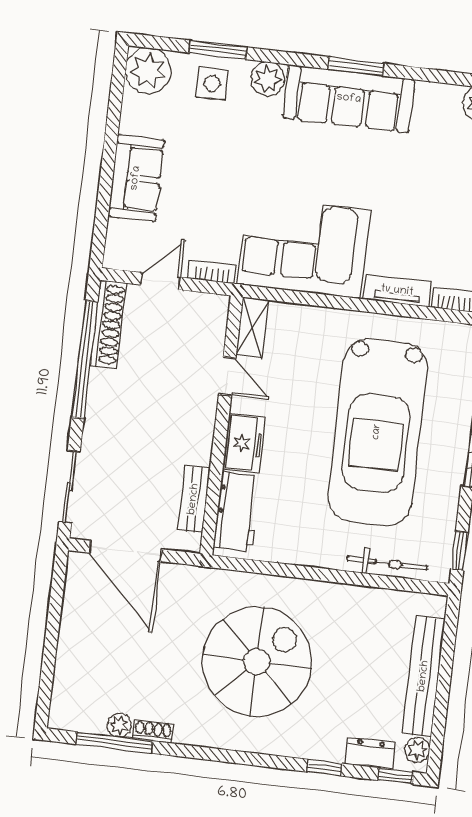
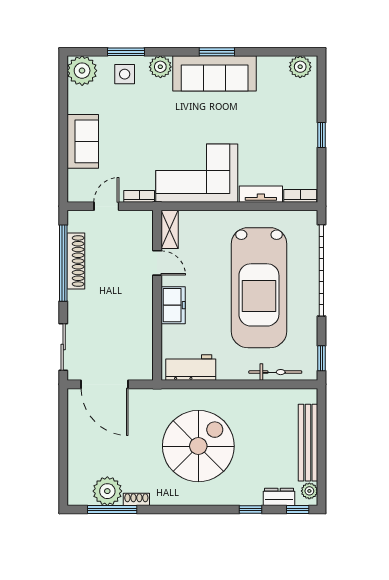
shoe rack: (108, 324) -> (76, 261), moved
bench: (194, 499) -> (145, 345), removed
workbench: (237, 512) -> (191, 368), moved, turned -90
plant: (119, 725) -> (107, 491), width x1.88, depth x1.88

